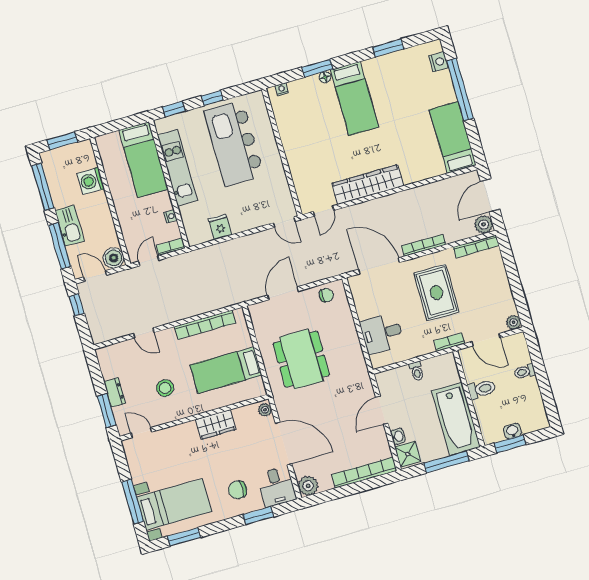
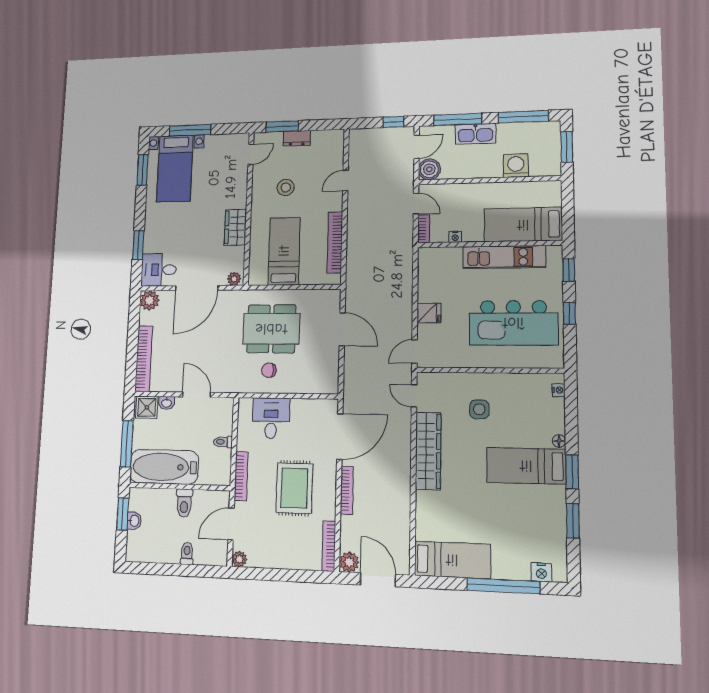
window: (317, 68) -> (572, 472), moved
kitchen island: (234, 143) -> (513, 323), turned 180
side table: (318, 151) -> (479, 409), added
fridge: (220, 227) -> (429, 313), moved
rug: (436, 293) -> (294, 488), turned 90
chair: (326, 295) -> (269, 370), moved, turned 90
bookcase: (449, 342) -> (241, 476), width x1.56
chair: (238, 490) -> (168, 232), removed

